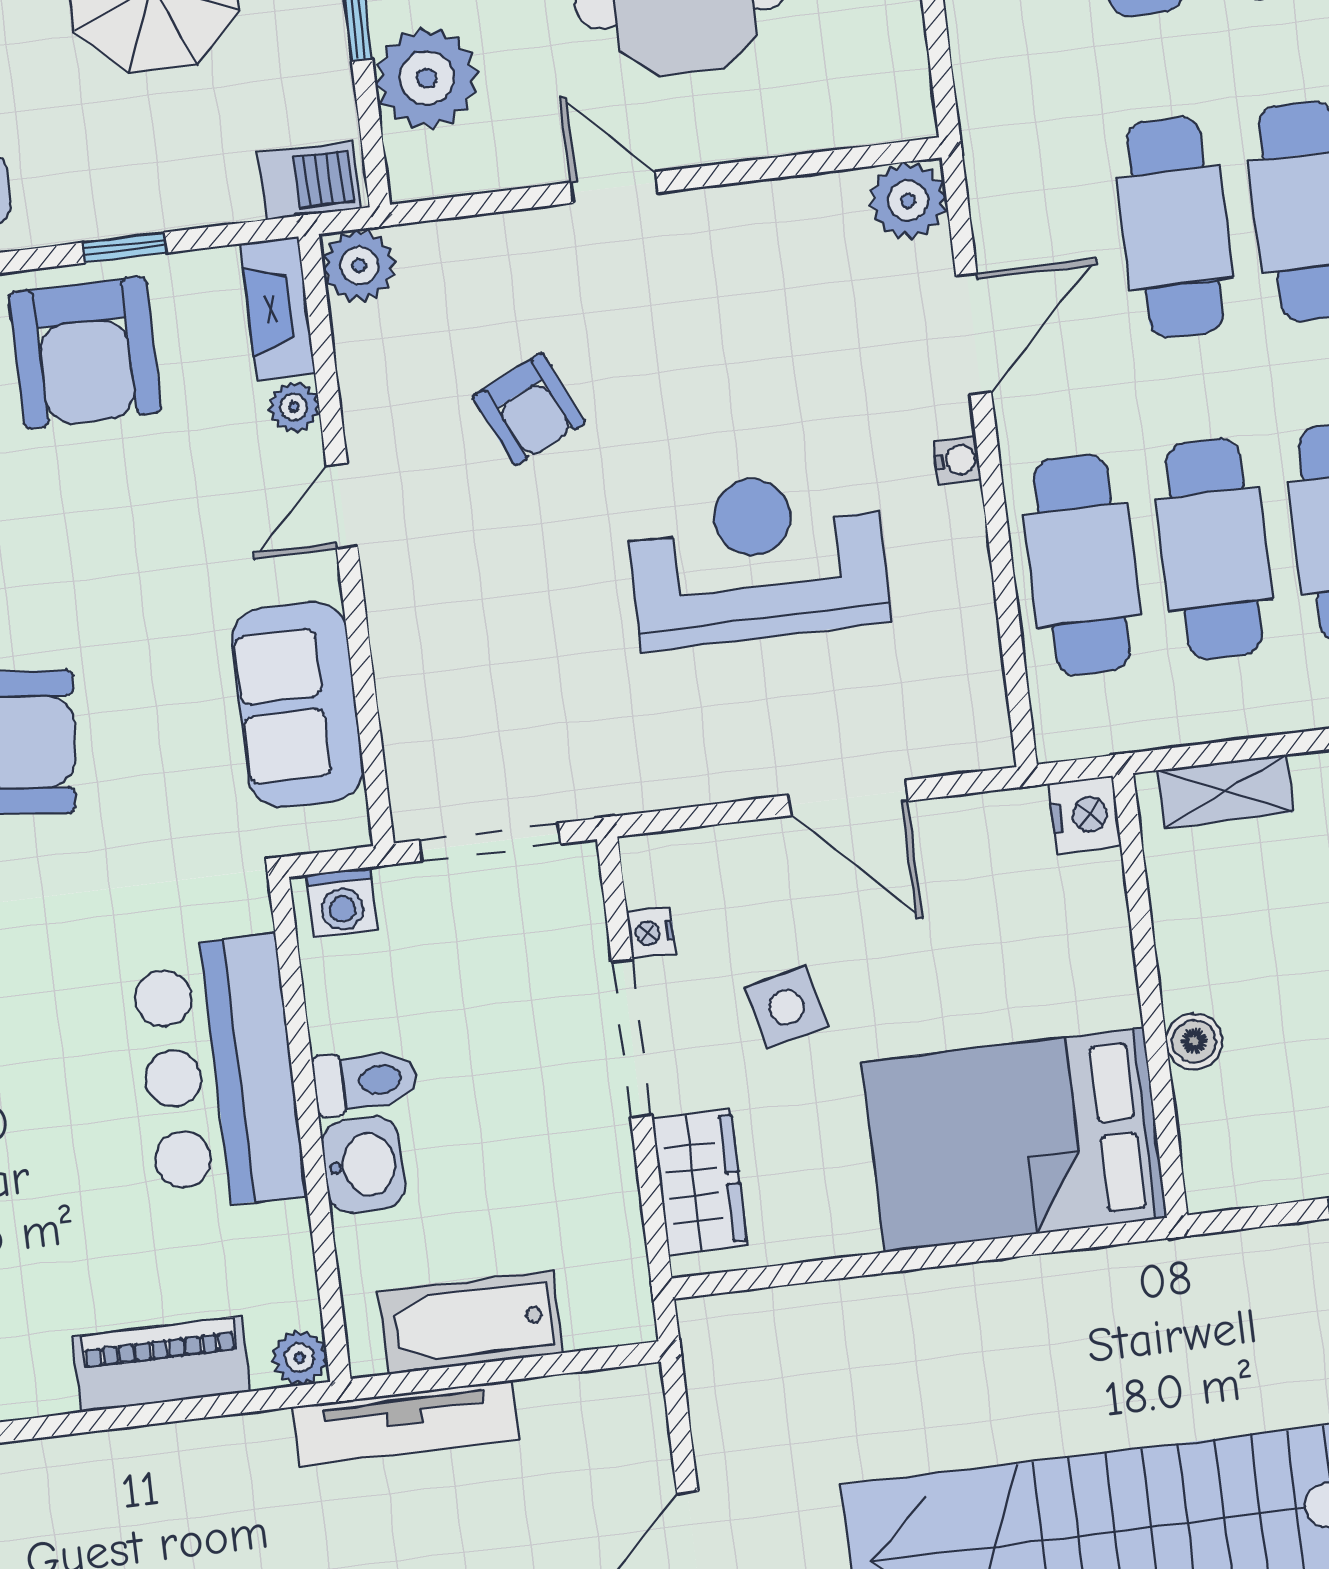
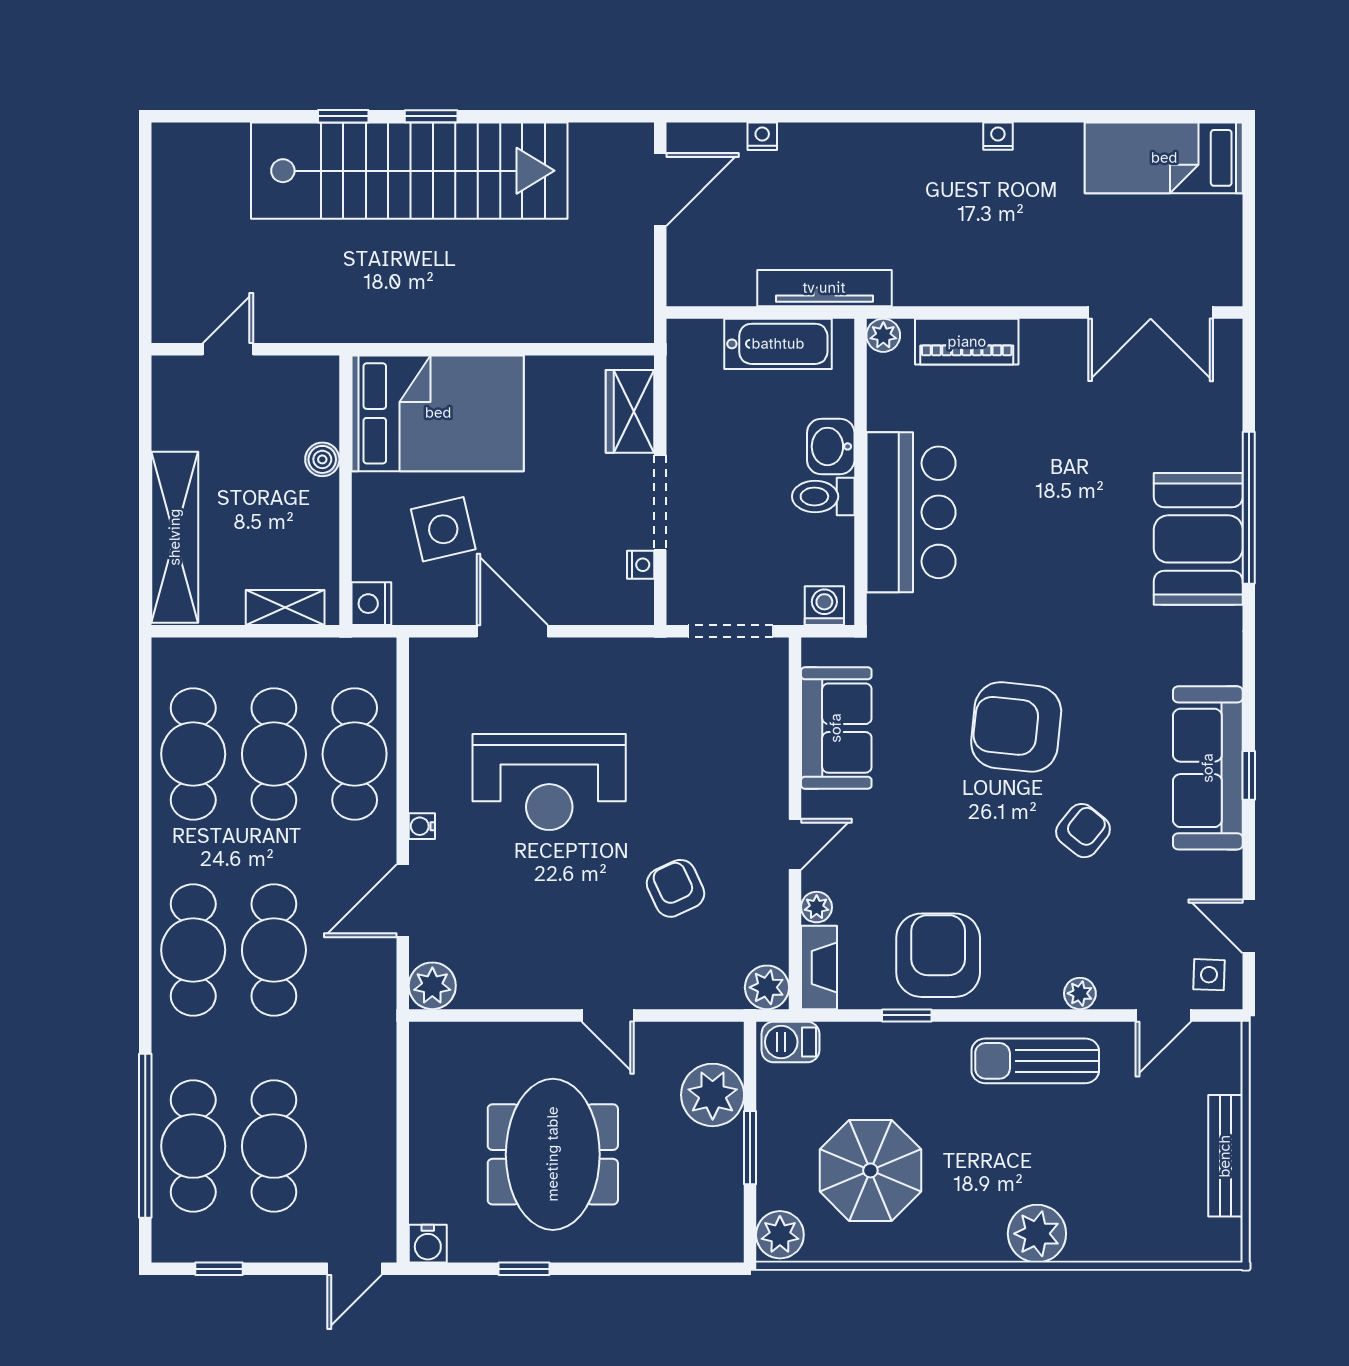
side table: (786, 1007) -> (443, 529), moved, width x1.37, depth x1.37

